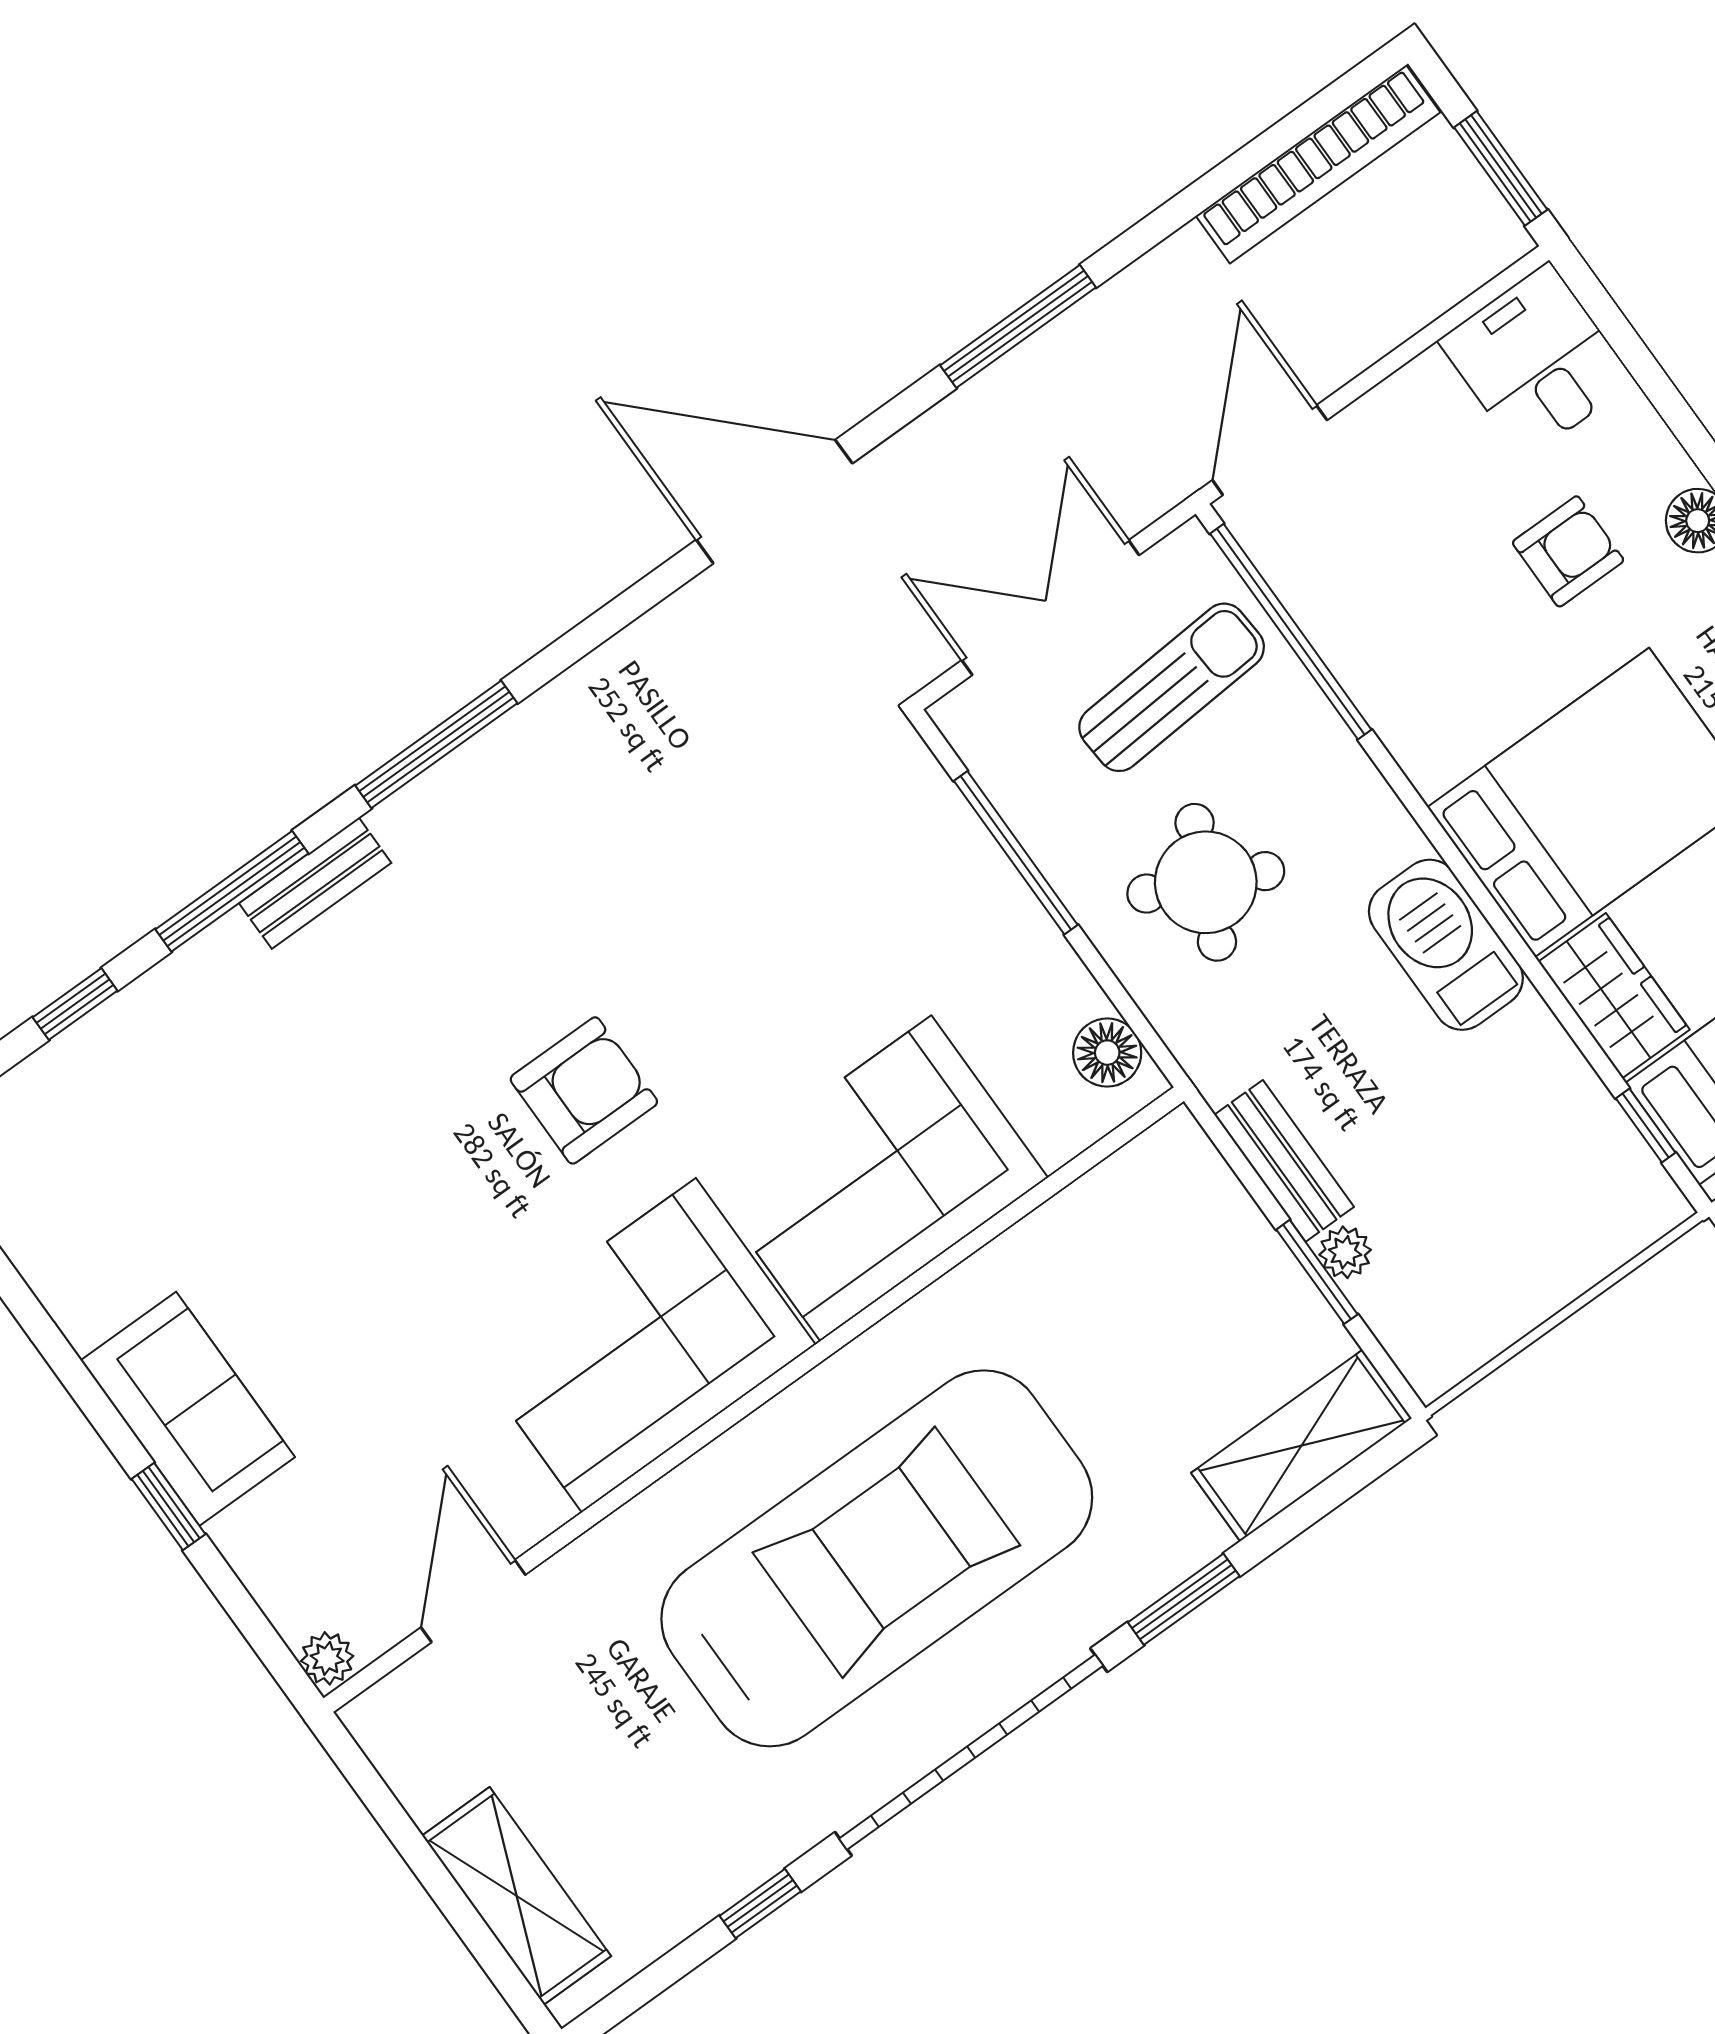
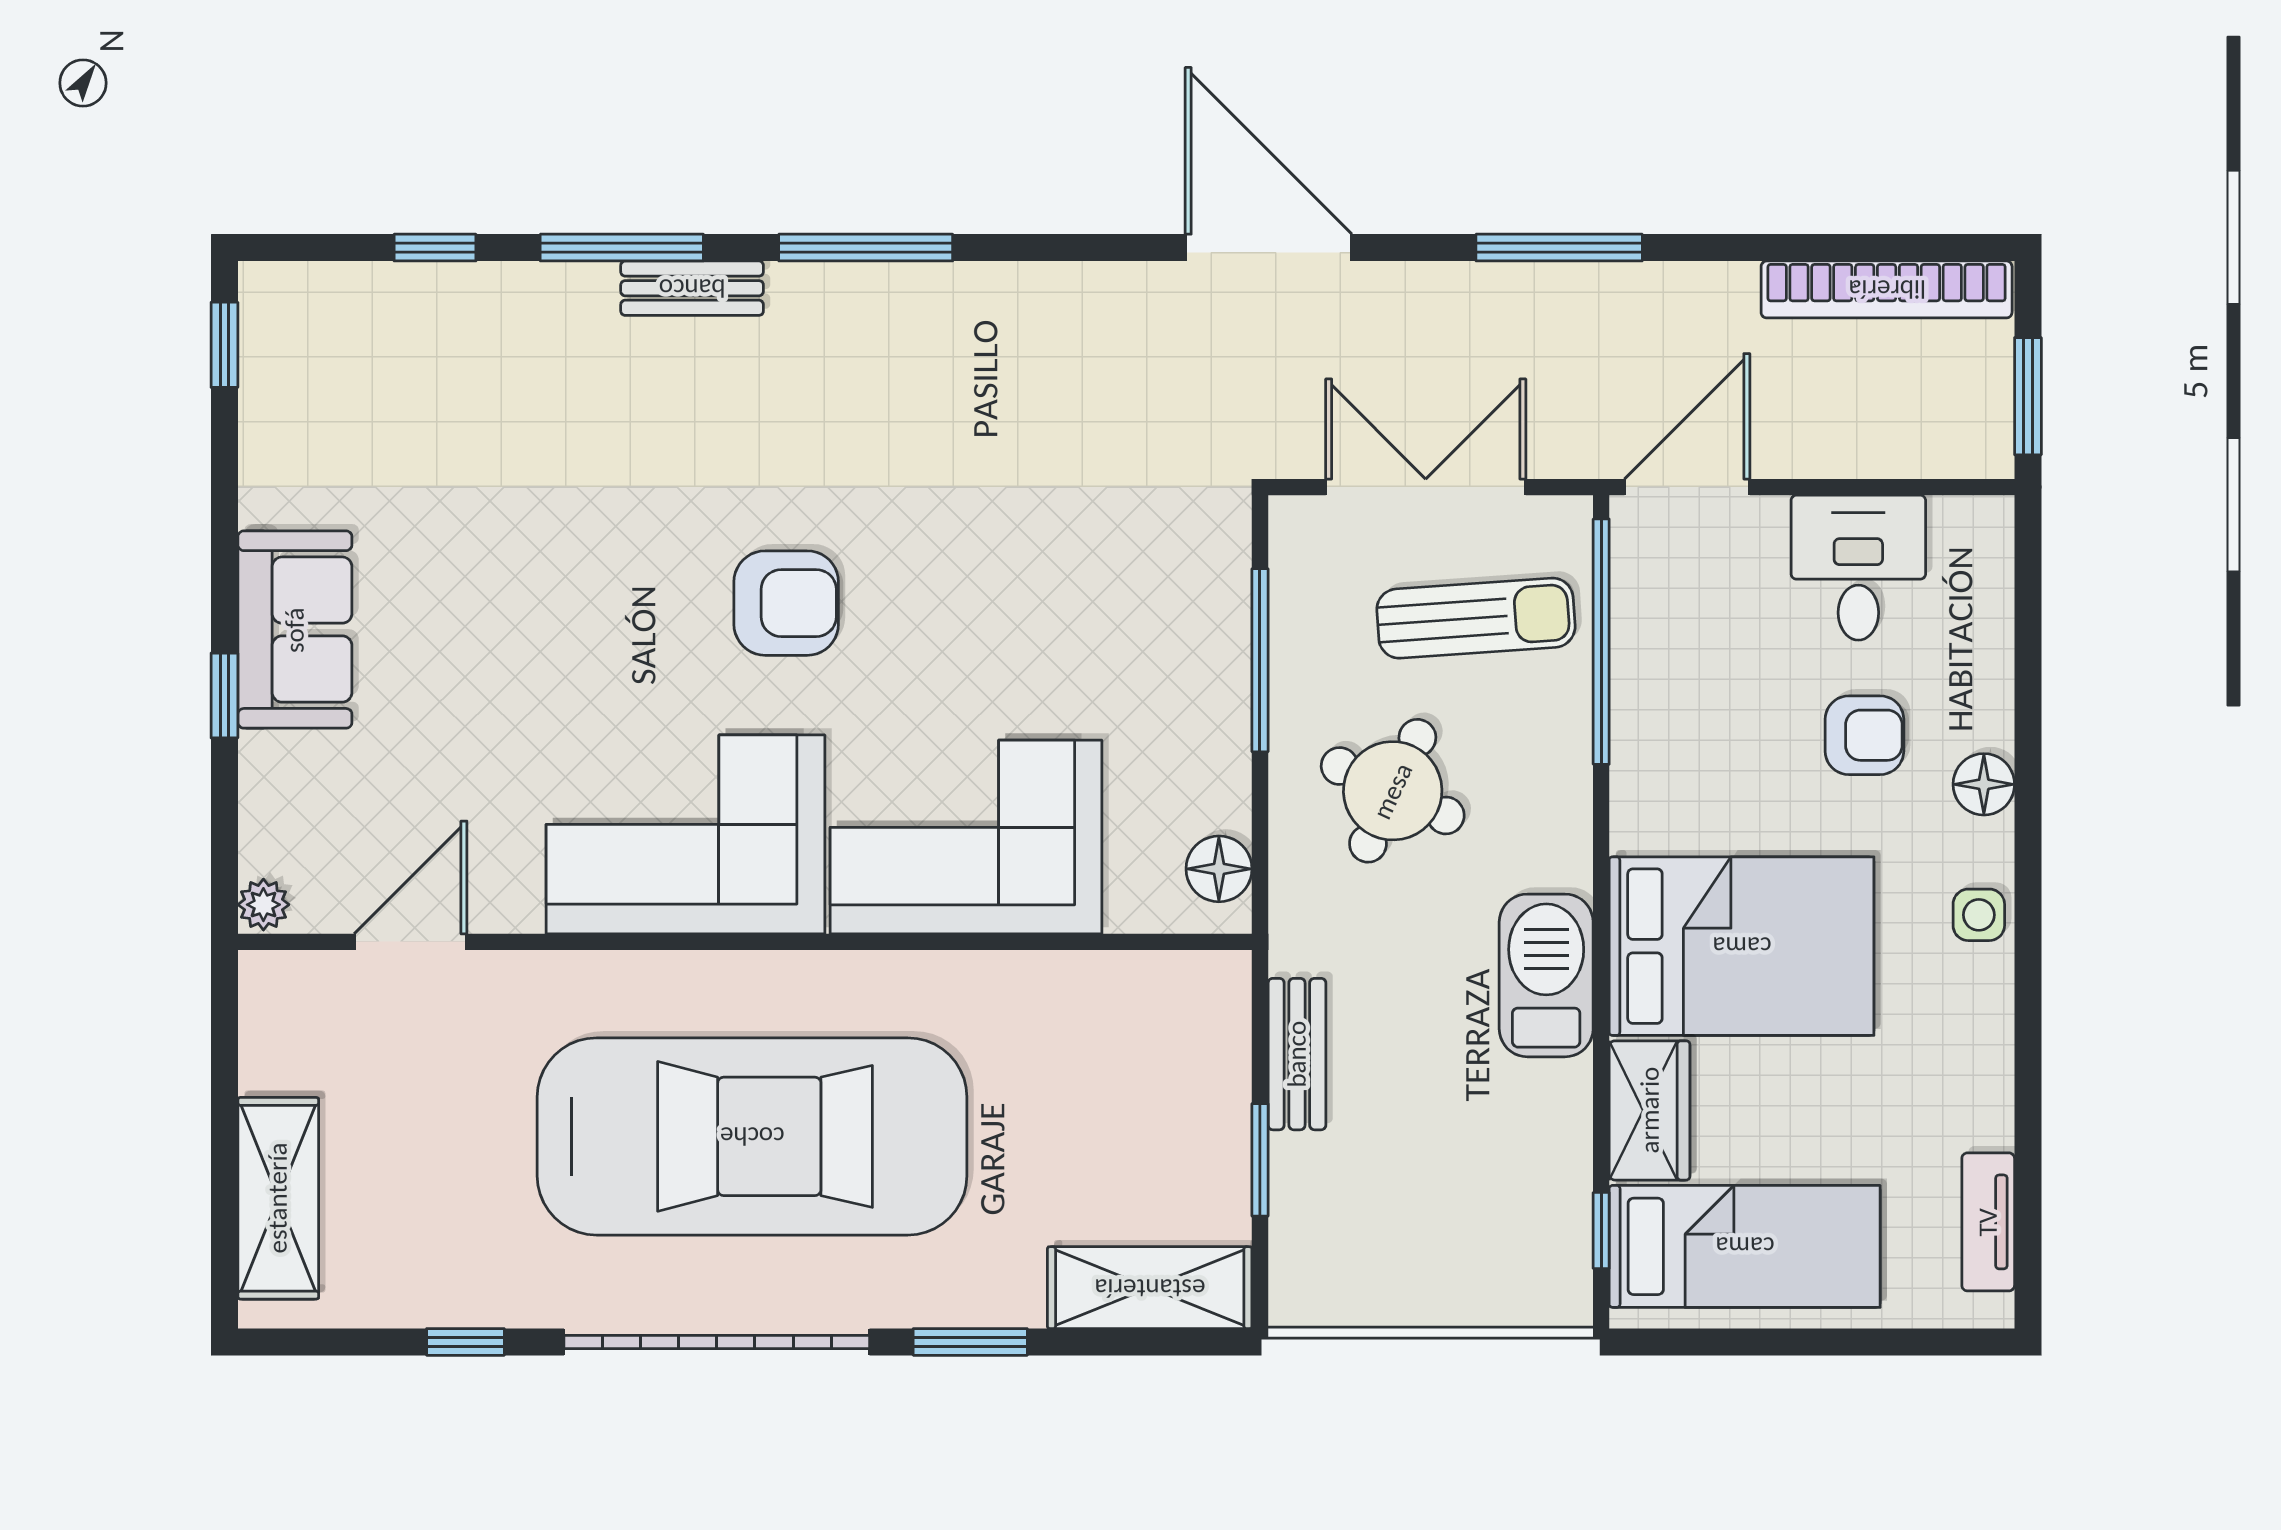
desk: (1536, 361) -> (1858, 568), moved
plant: (1345, 1252) -> (1293, 1160), removed

